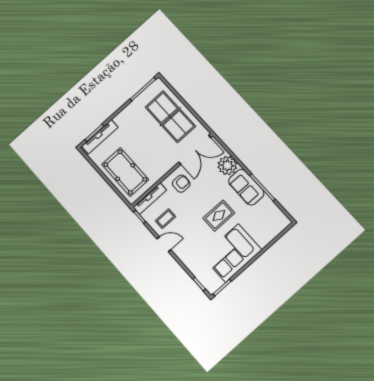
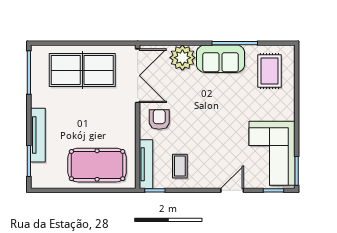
tv unit: (100, 137) -> (38, 135), moved
rug: (219, 216) -> (269, 71), moved
door: (164, 244) -> (232, 190), moved
corner sofa: (232, 253) -> (272, 153), moved

